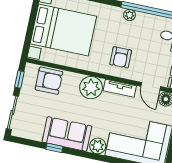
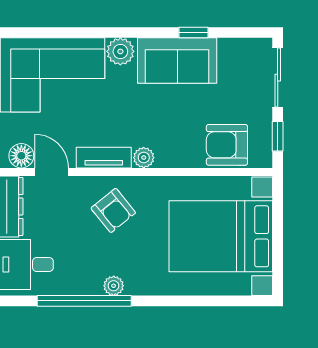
armchair: (121, 57) -> (113, 210), turned 141
plant: (91, 88) -> (144, 158), width x0.53, depth x0.53

